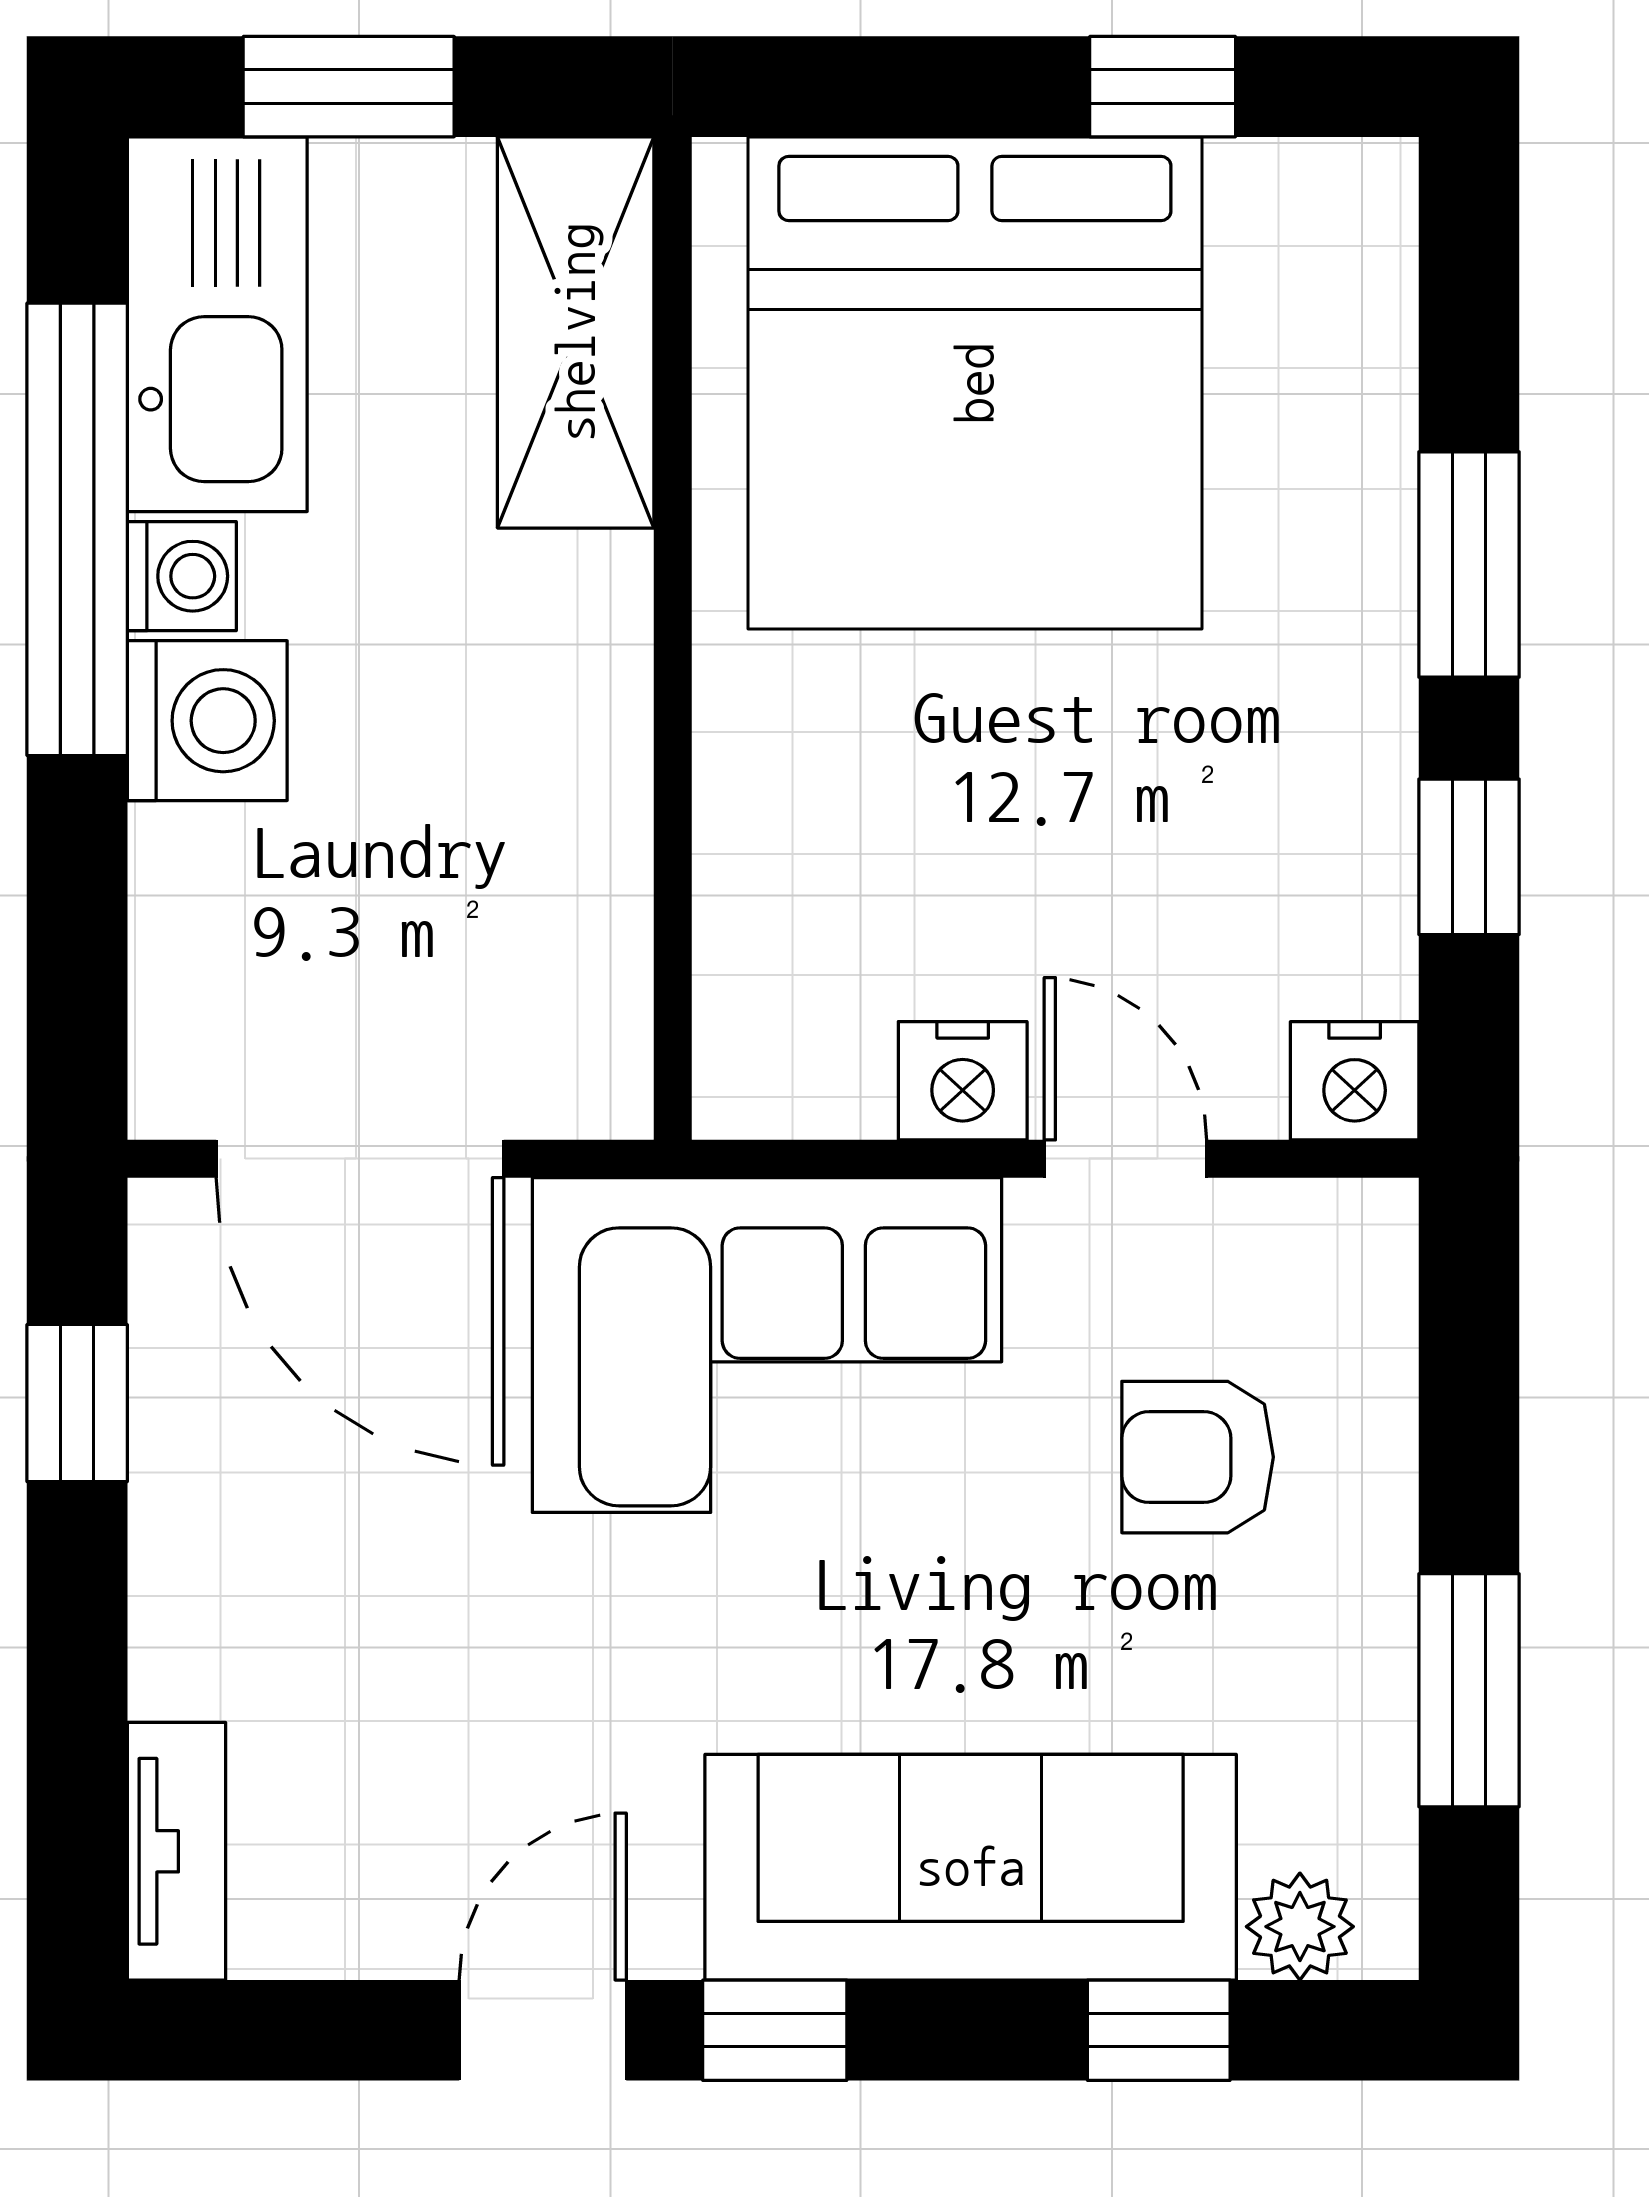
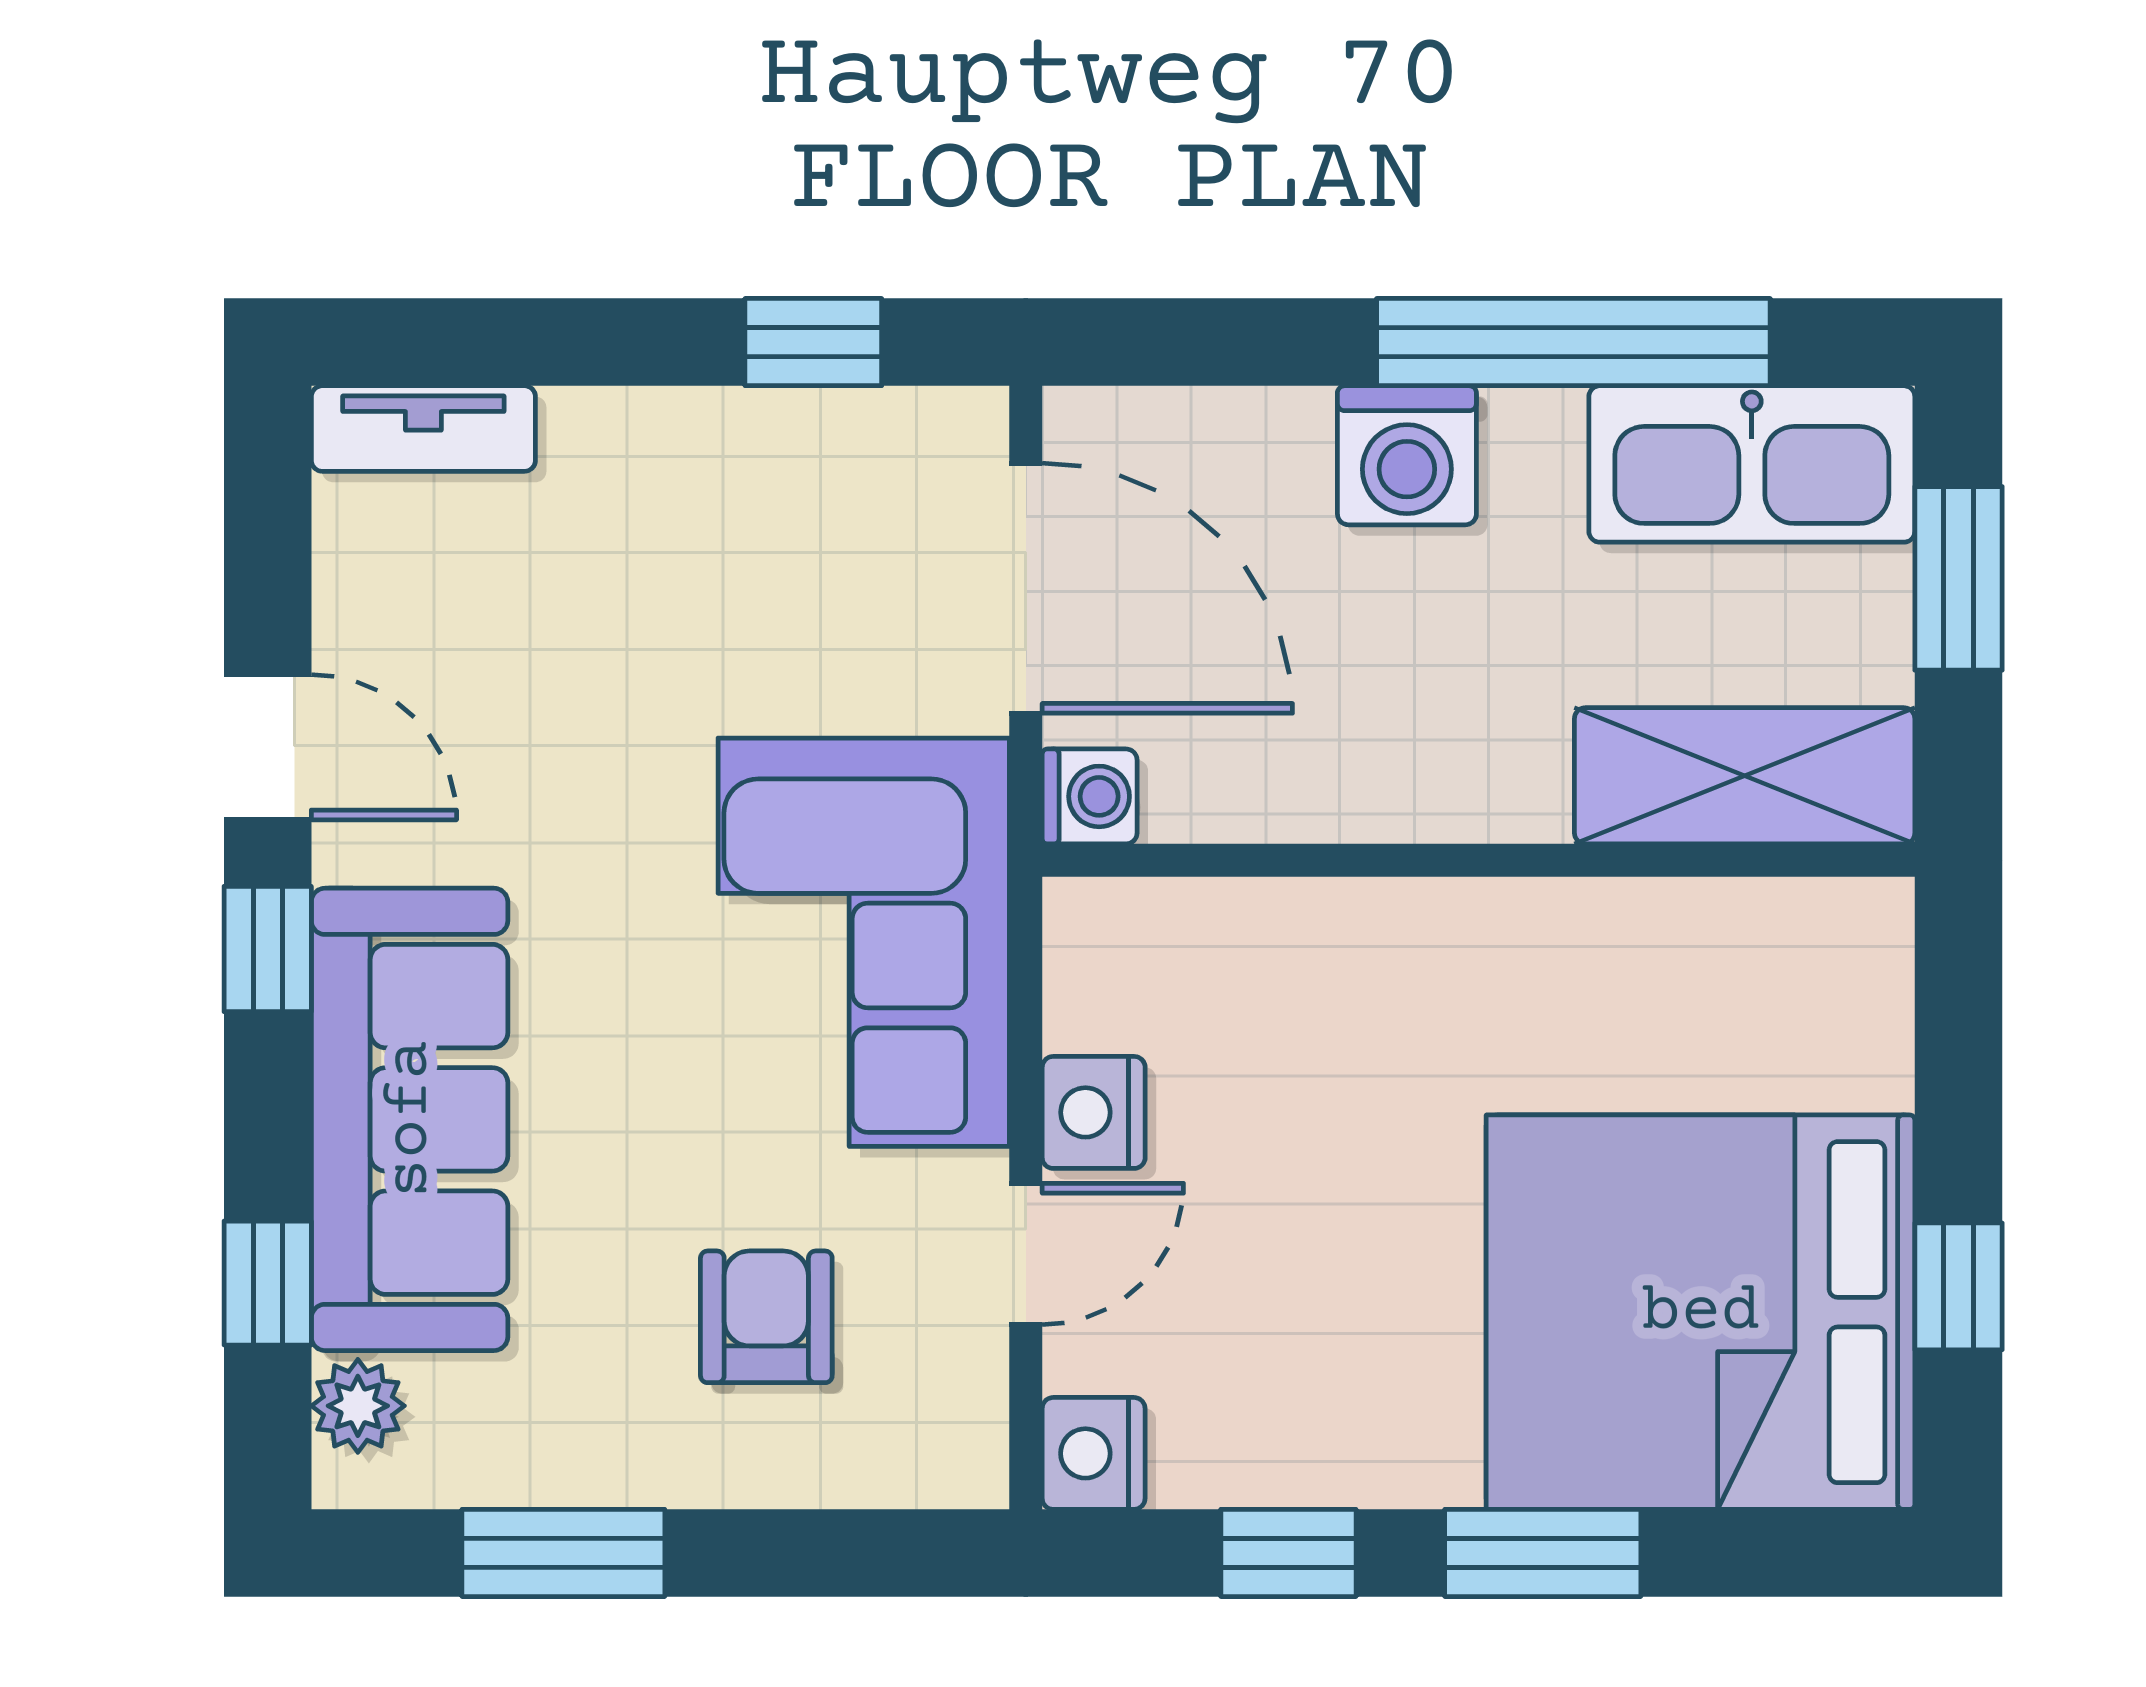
bed: (975, 383) -> (1701, 1312), moved
washing machine: (182, 576) -> (1090, 796), moved, turned -90
door: (360, 1159) -> (1026, 588), swing flipped

